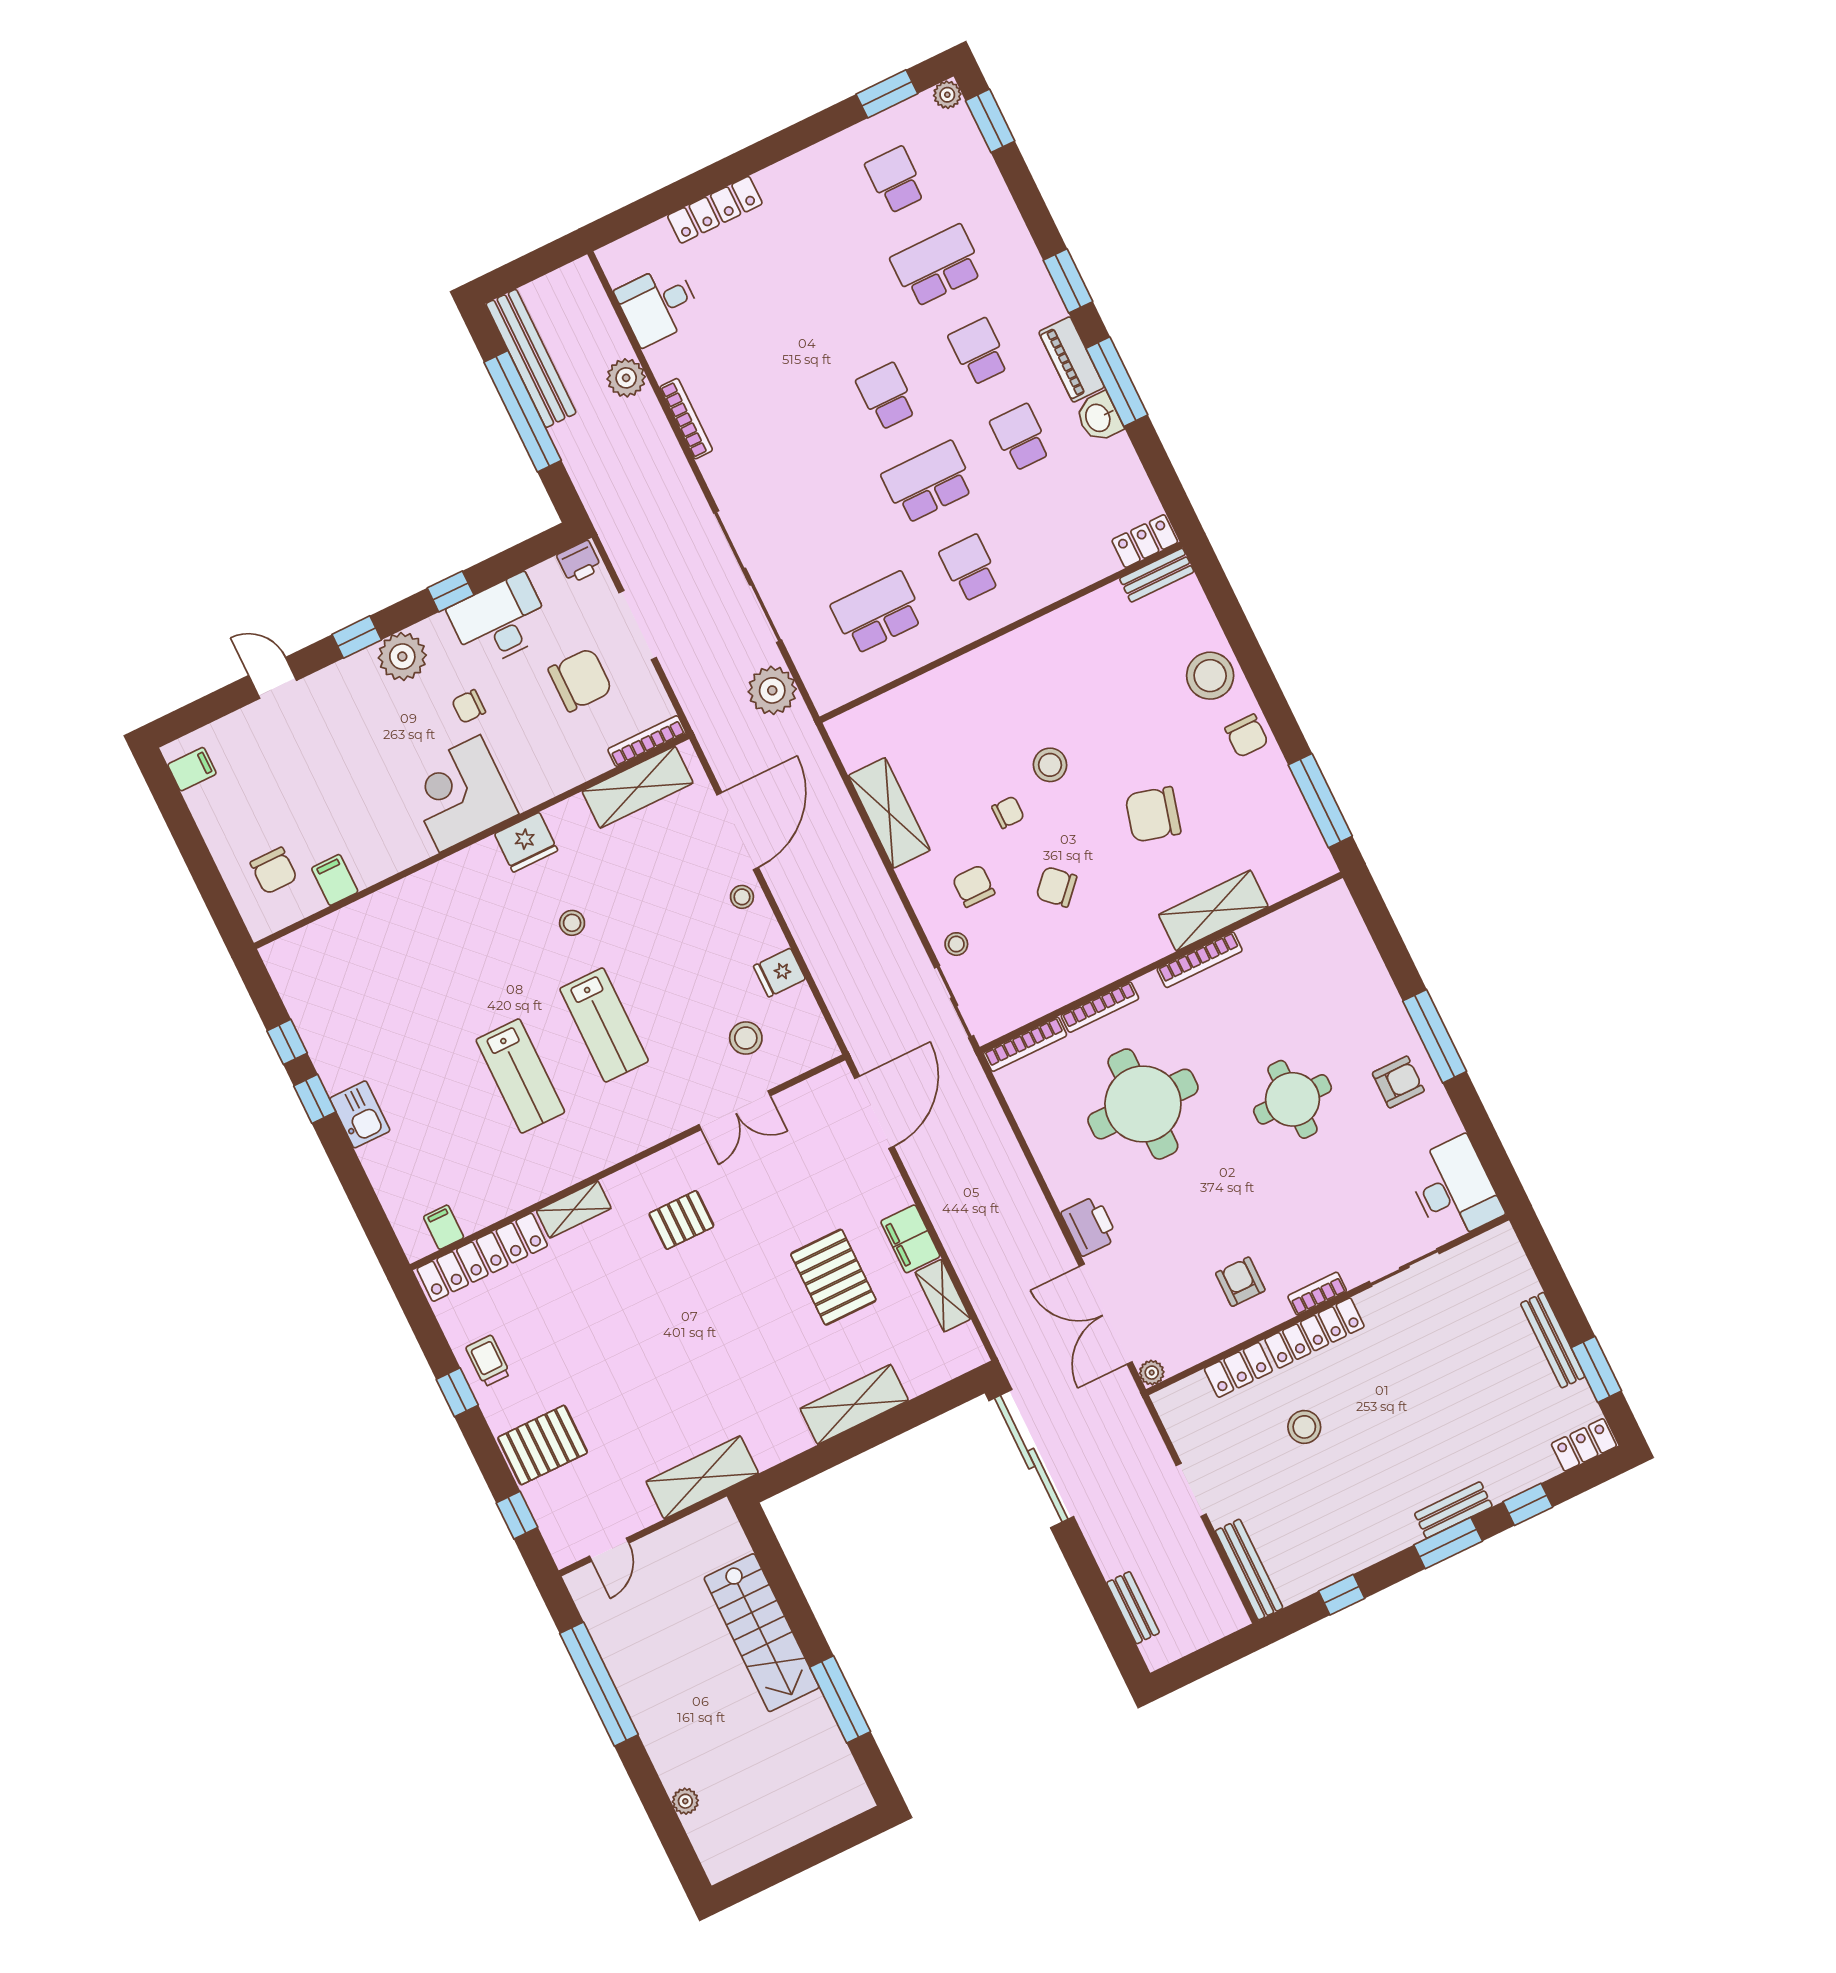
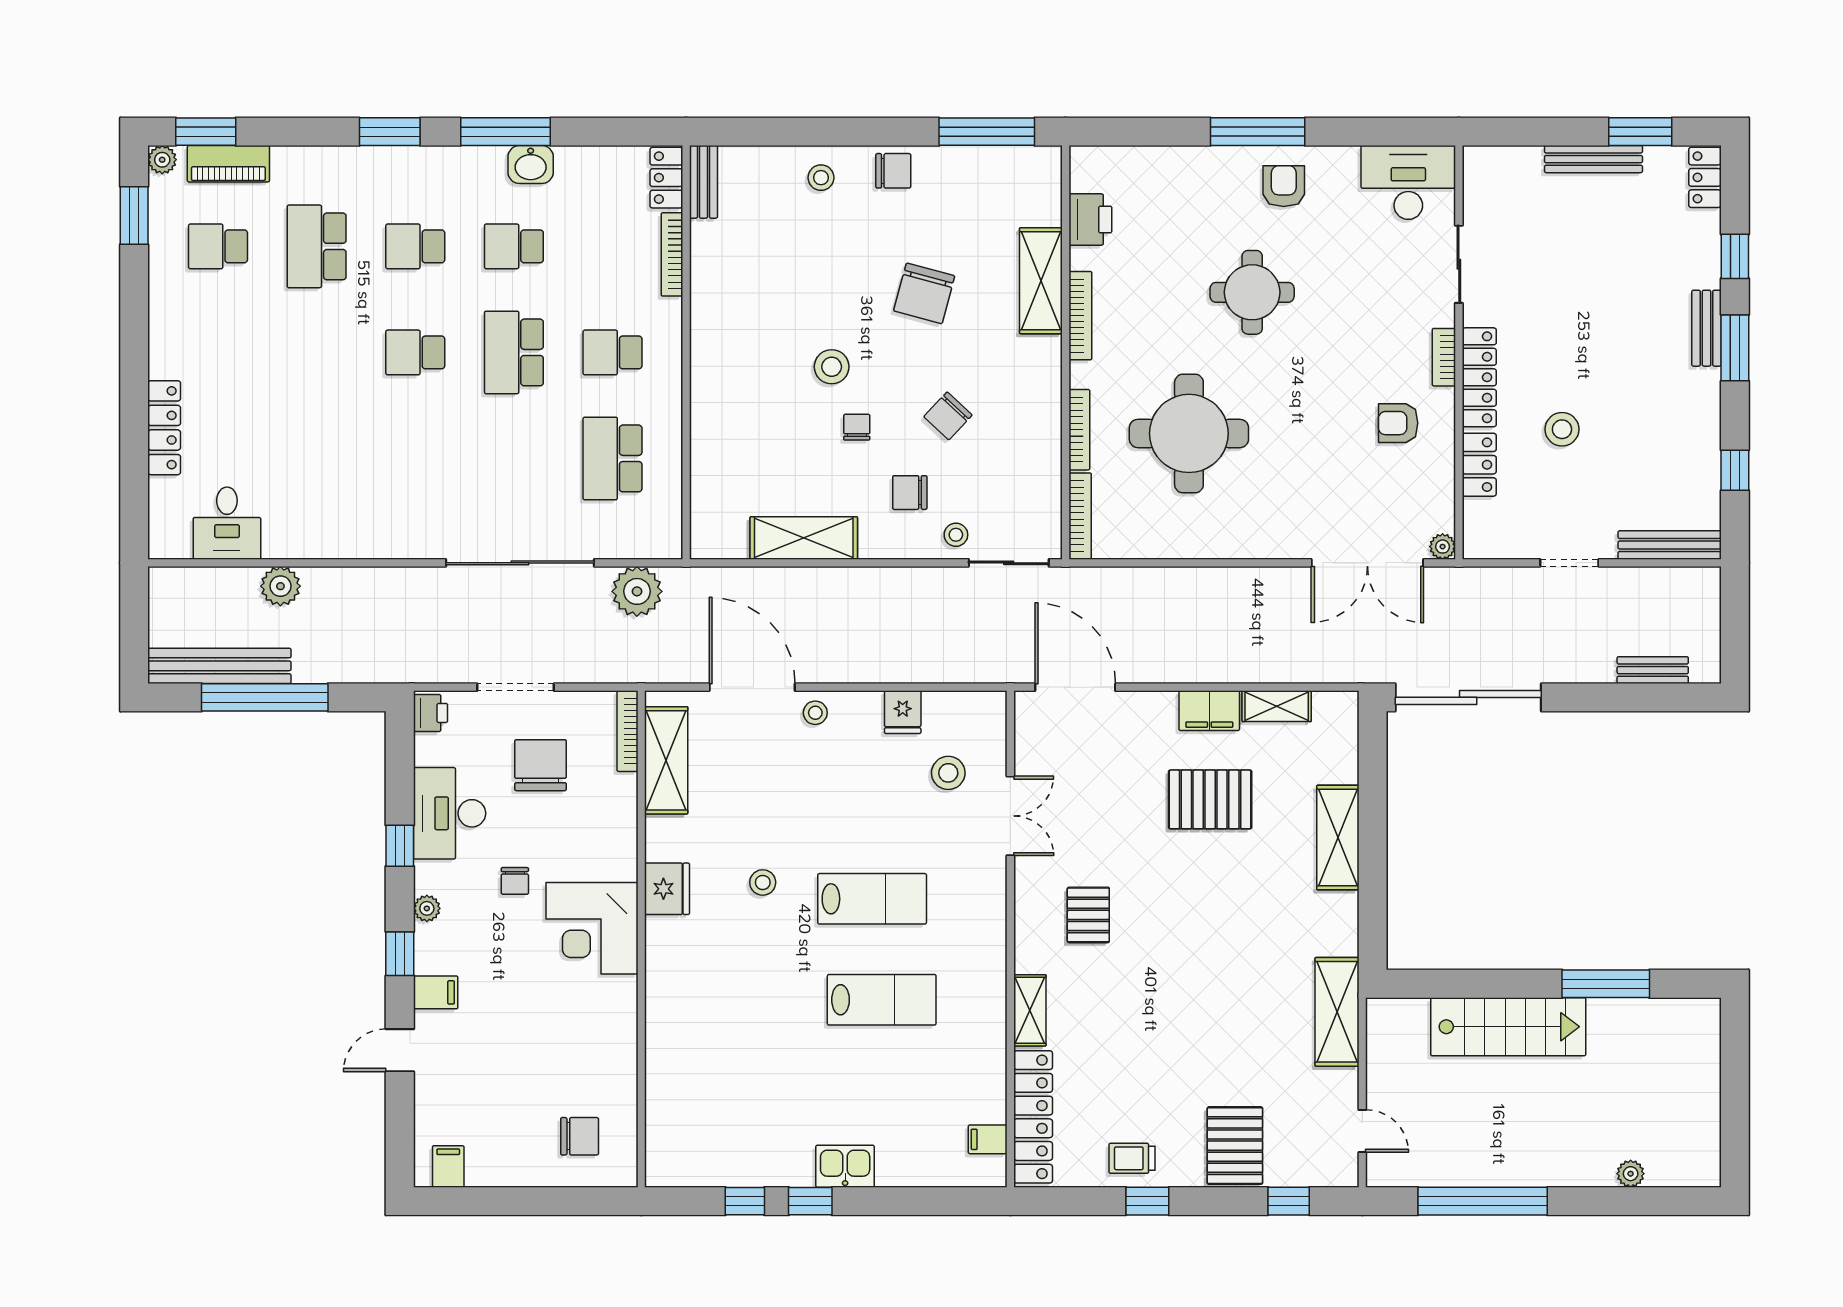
piano: (1072, 359) -> (228, 164), moved
bookcase: (686, 419) -> (672, 254), moved, turned -90
plant: (402, 657) -> (427, 908), width x0.53, depth x0.53
stool: (1210, 676) -> (821, 178), width x0.53, depth x0.53
filing cabinet: (335, 880) -> (436, 992), moved, turned 180
printer: (1089, 1226) -> (1090, 219), moved, turned 90

